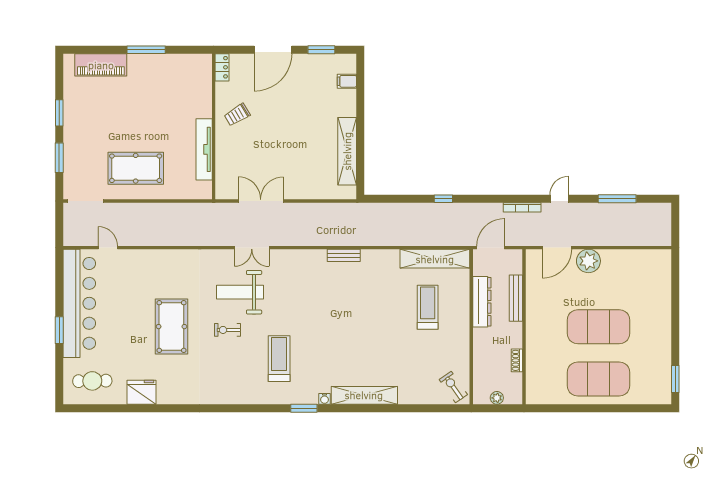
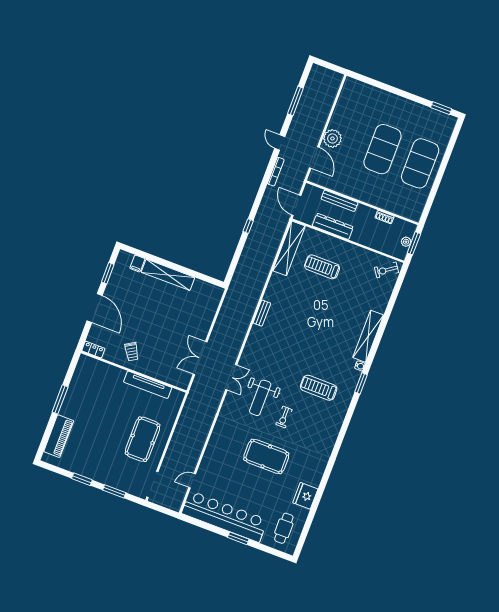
shelving: (347, 151) -> (168, 275), moved
window: (498, 408) -> (414, 243), added

